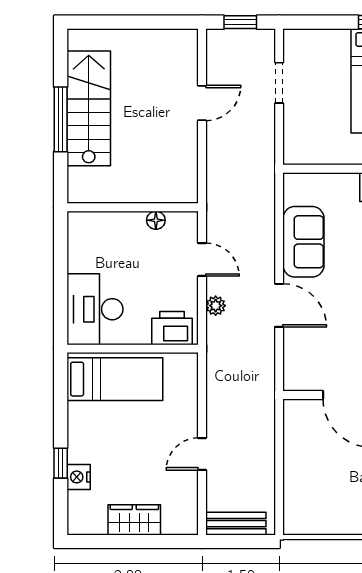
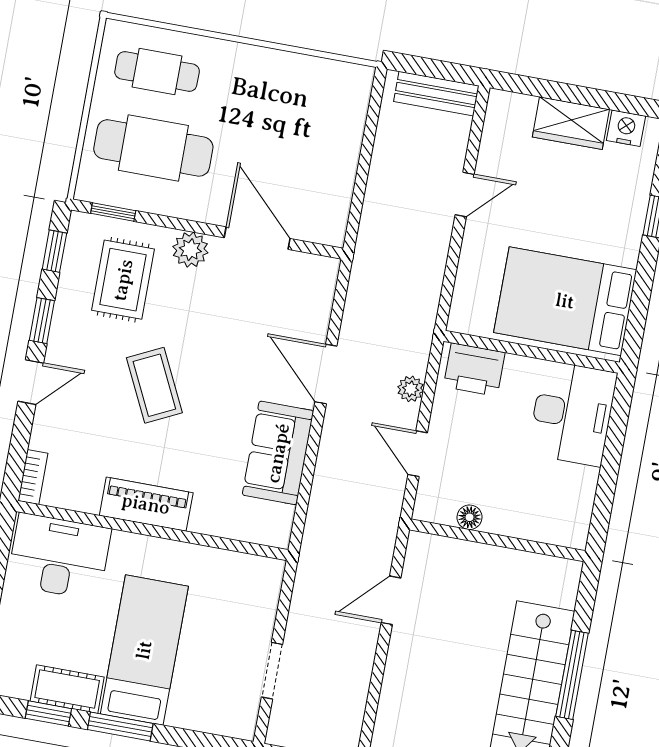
door: (202, 103) -> (391, 600), moved
bed: (115, 379) -> (565, 301), width x1.50
nightstand: (79, 477) -> (626, 128), moved, turned -90

